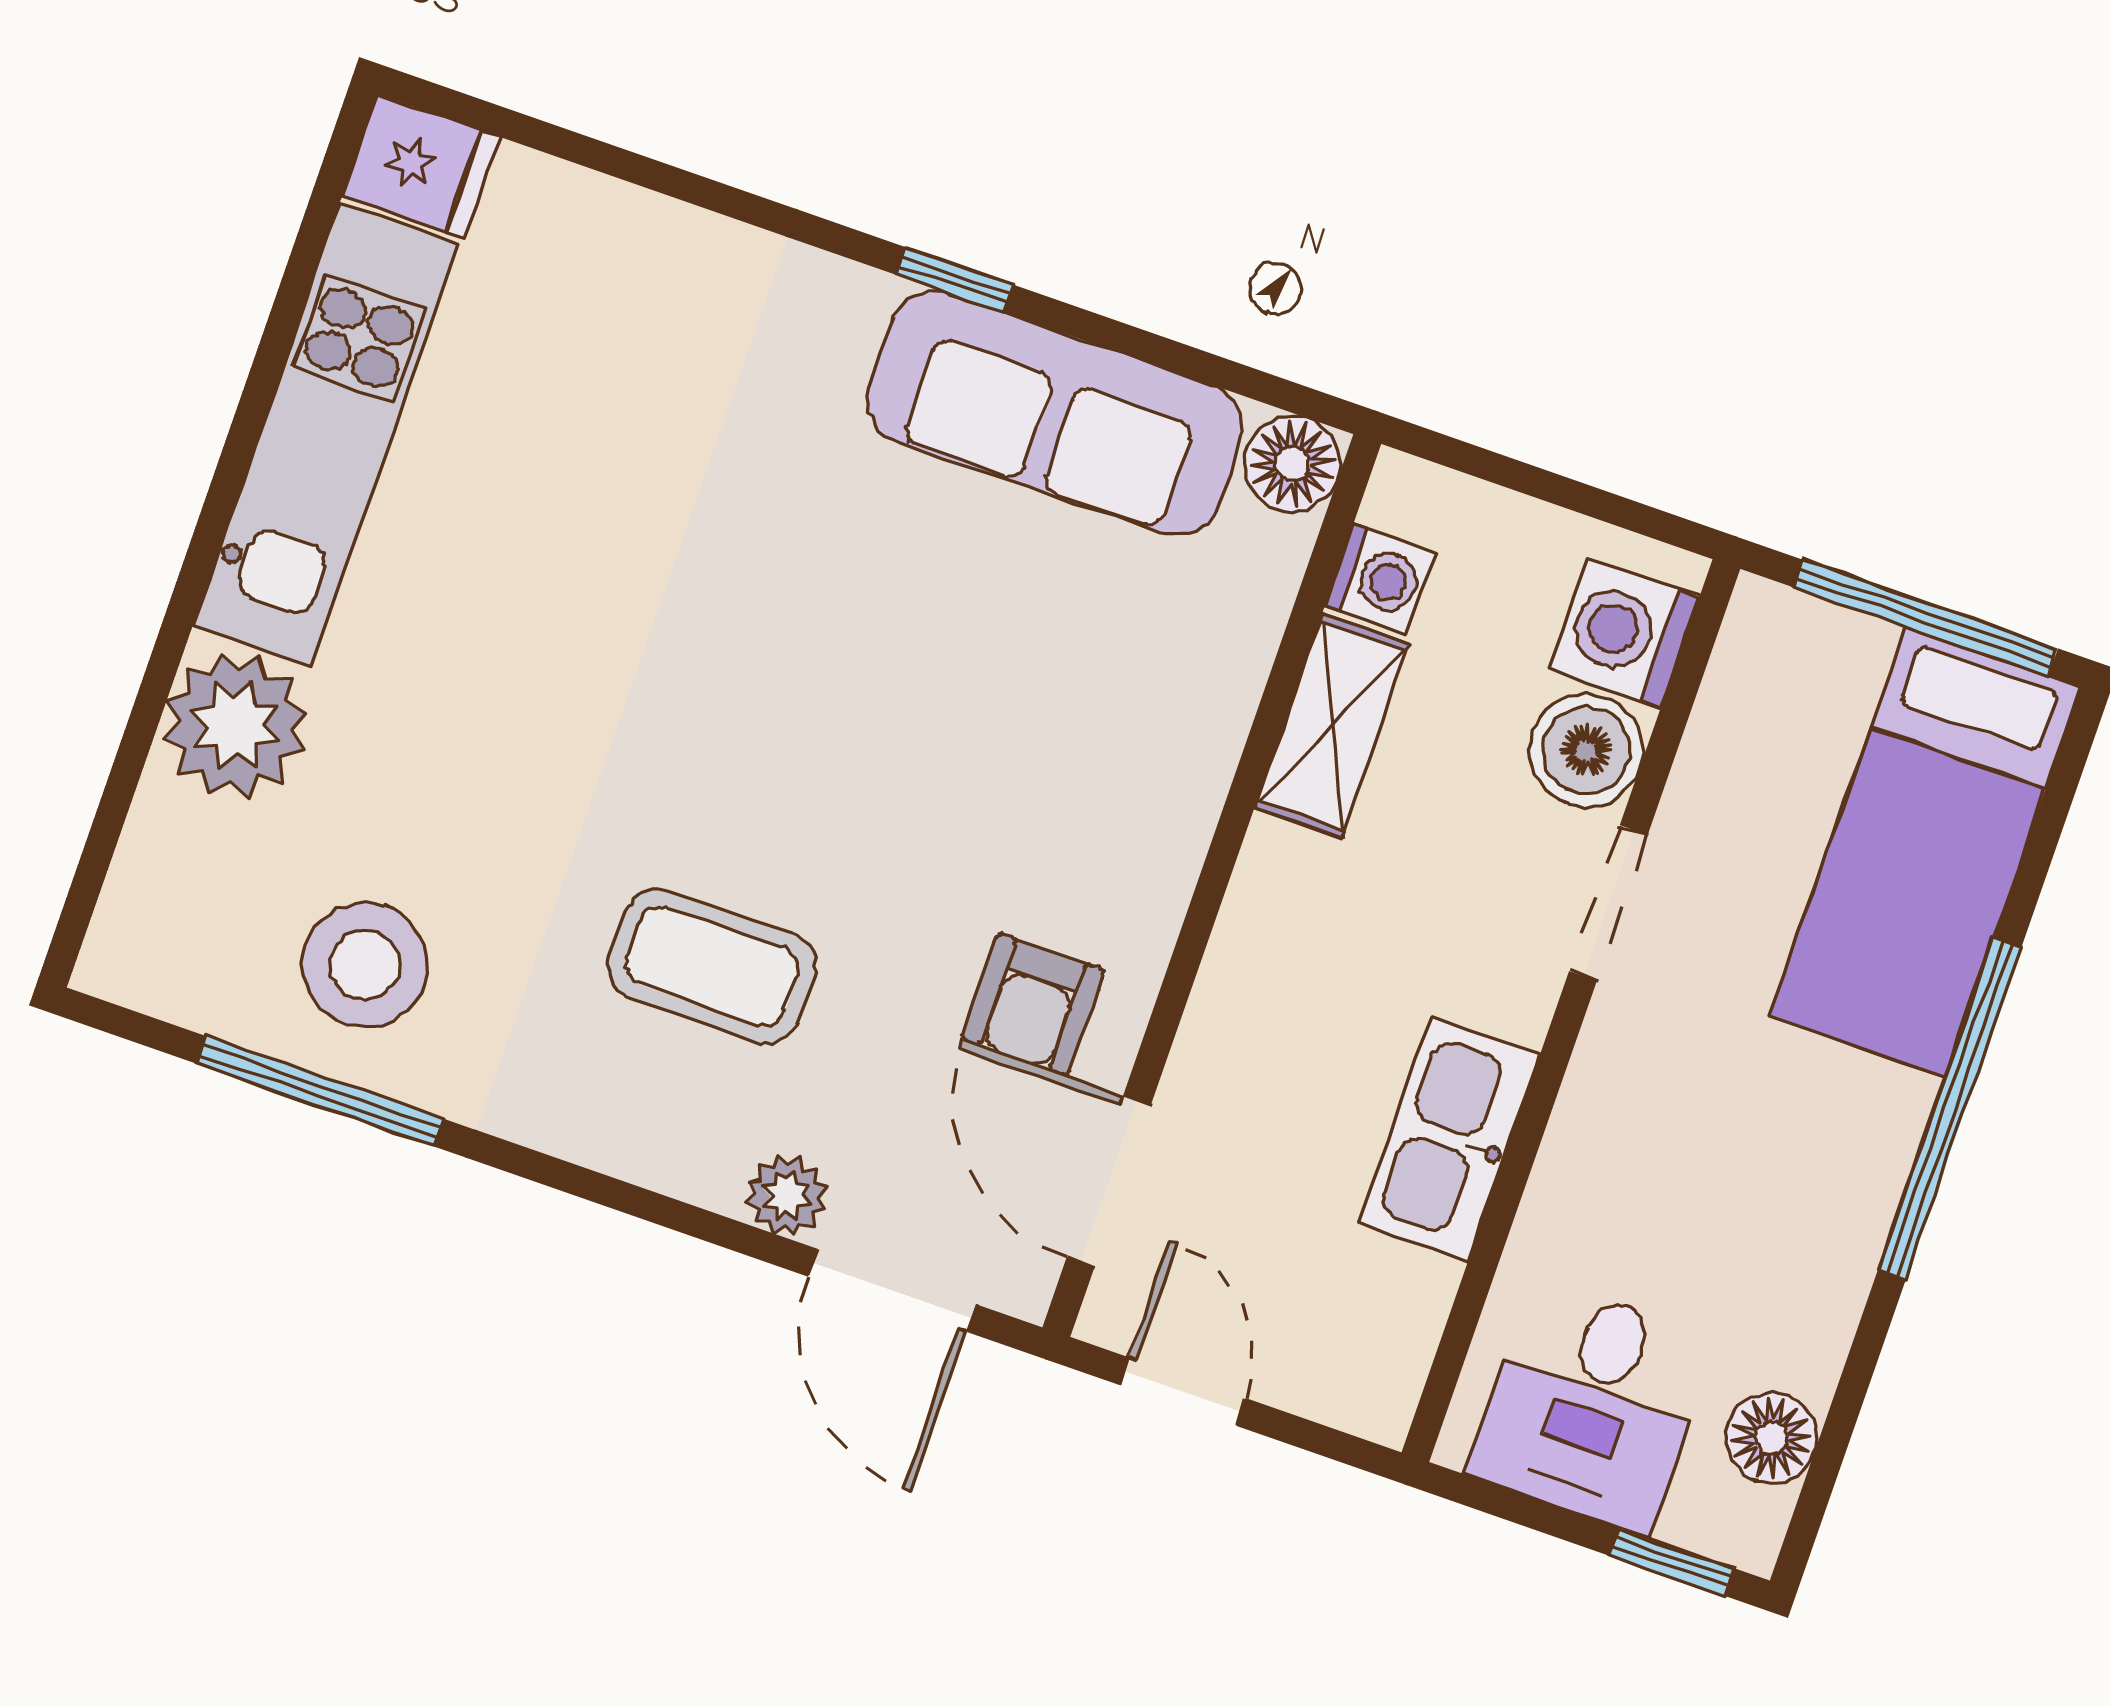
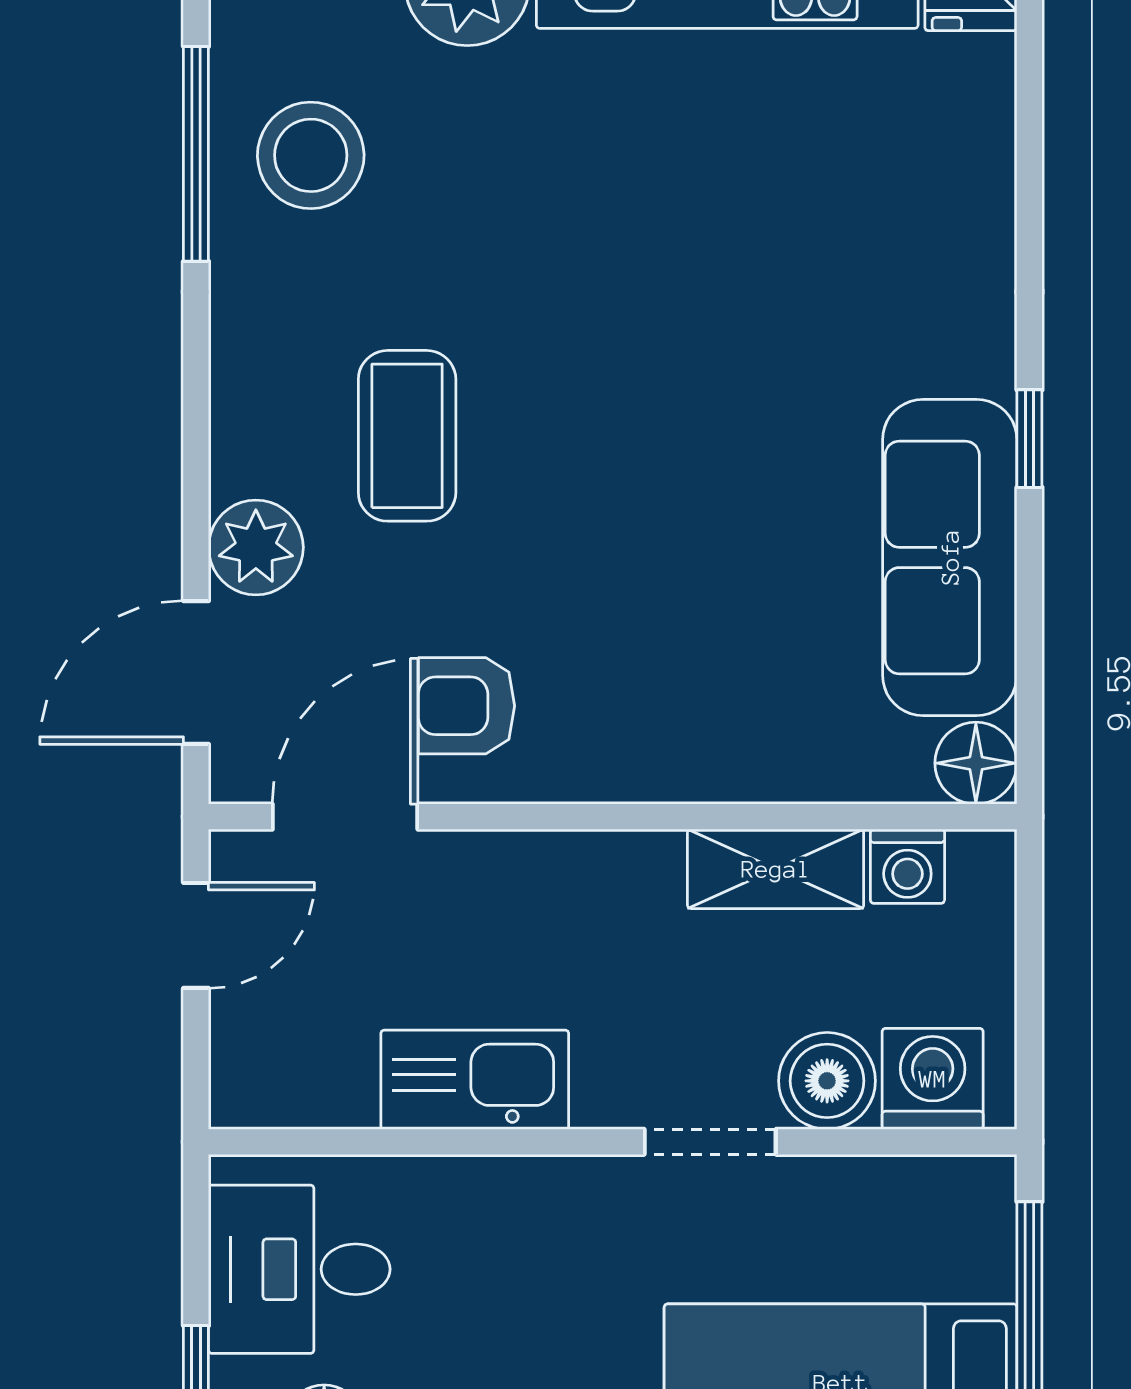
plant: (786, 1195) -> (256, 547), width x1.38, depth x1.38

